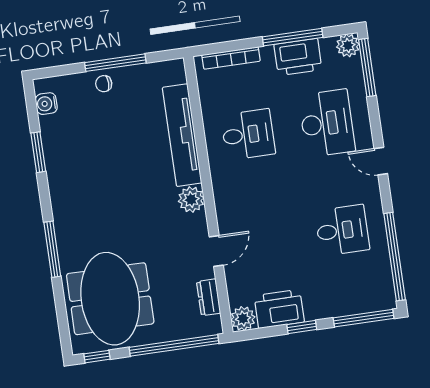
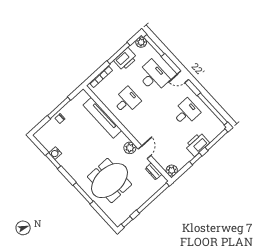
water cooler: (46, 104) -> (55, 153), moved
plant: (191, 199) -> (130, 148), moved
meeting table: (110, 299) -> (110, 181), moved, turned 90
printer: (279, 309) -> (197, 144), moved

